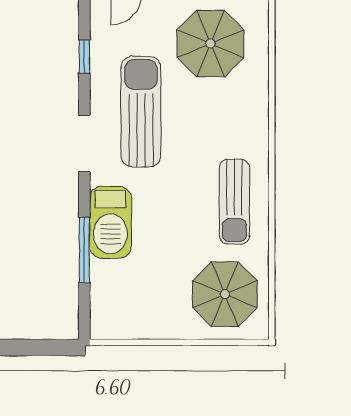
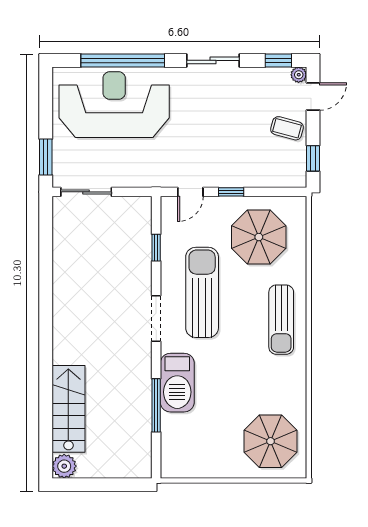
sun lounger: (234, 202) -> (281, 320), moved

